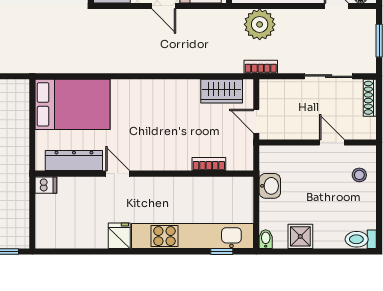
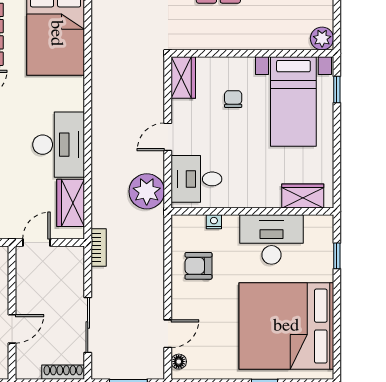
plant: (260, 24) -> (147, 191), moved
desk: (171, 102) -> (59, 145), added

